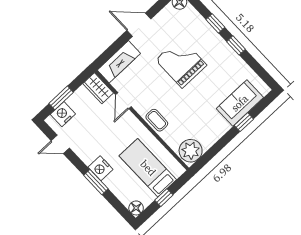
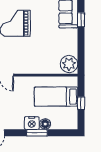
coffee table: (157, 120) -> (34, 67), removed
floor lamp: (136, 208) -> (45, 124), moved

